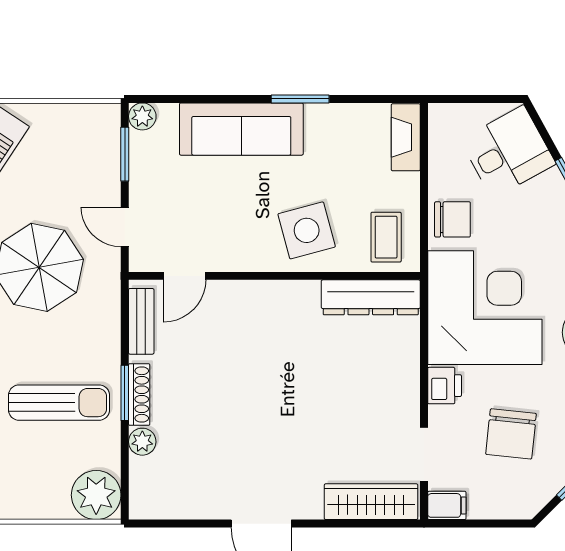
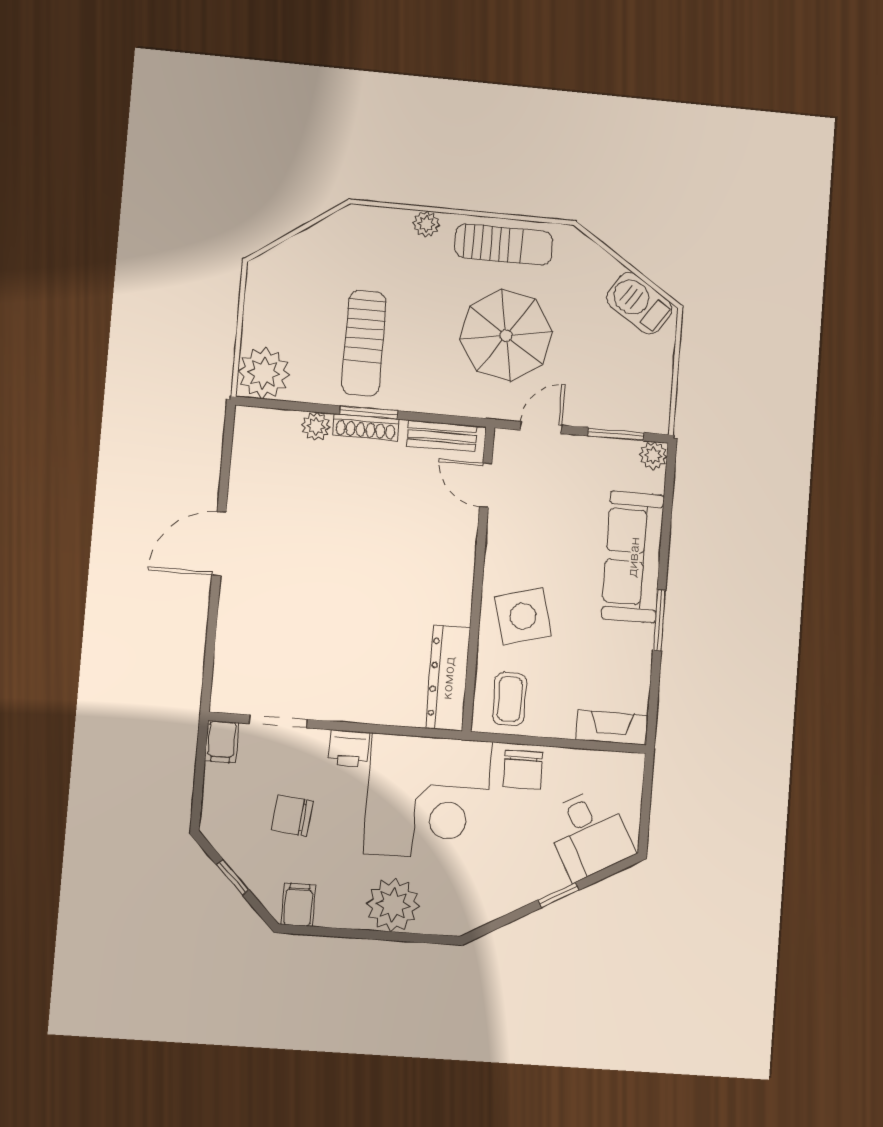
coffee table: (386, 237) -> (510, 699), turned 90
chair: (511, 434) -> (292, 816), width x0.73, depth x0.73
wardrobe: (371, 502) -> (232, 661), removed

